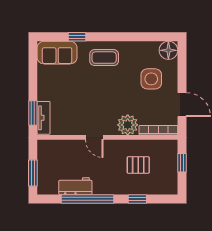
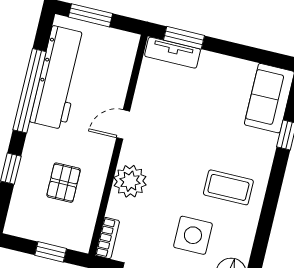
coffee table: (104, 58) -> (228, 187), moved, turned 90
bookcase: (158, 130) -> (107, 238), width x0.64
workbench: (75, 186) -> (58, 78), width x1.87, depth x1.32

